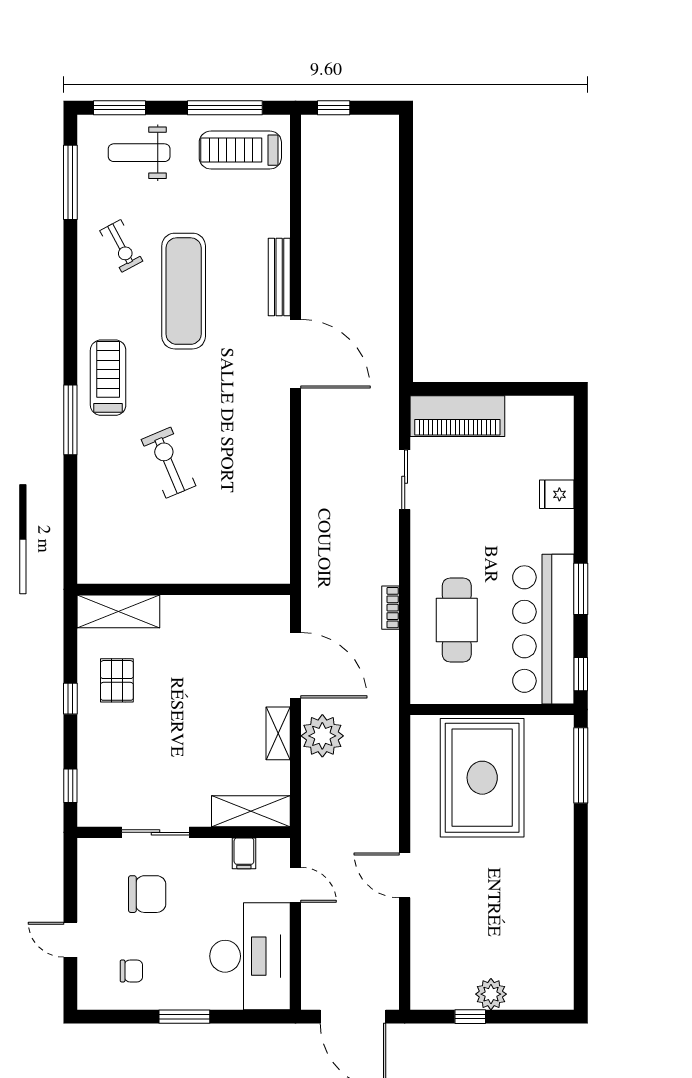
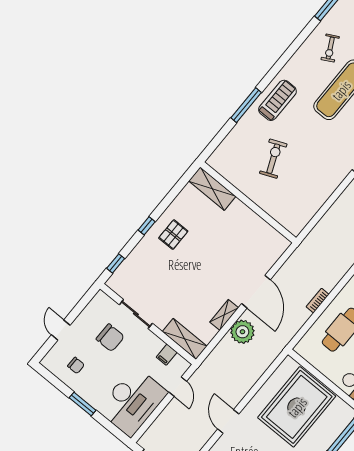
wall: (184, 589) -> (248, 202), moved
shelving: (118, 611) -> (212, 189), moved

